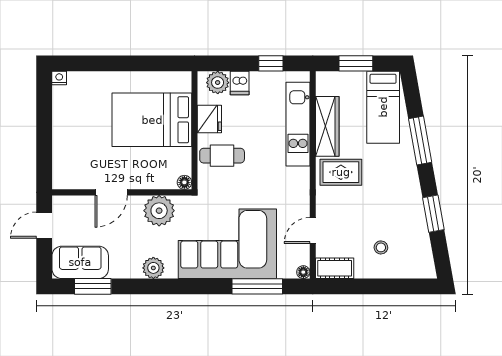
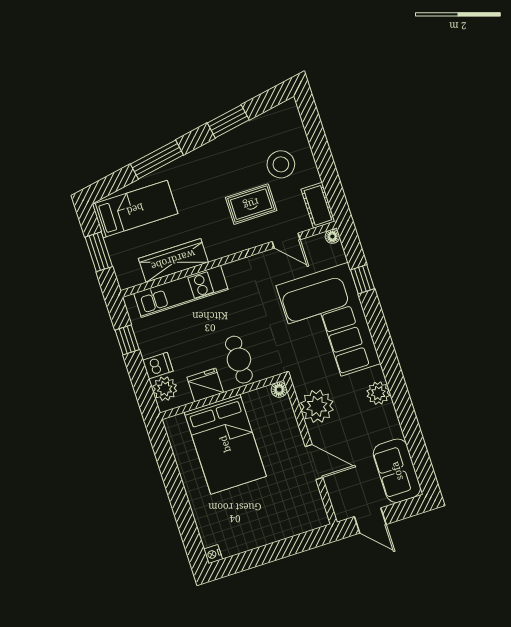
rug: (341, 172) -> (251, 204), moved, turned 90
stool: (381, 247) -> (281, 164), width x1.89, depth x1.89
window: (93, 286) -> (418, 450), removed
window: (257, 286) -> (362, 279), width x0.46

